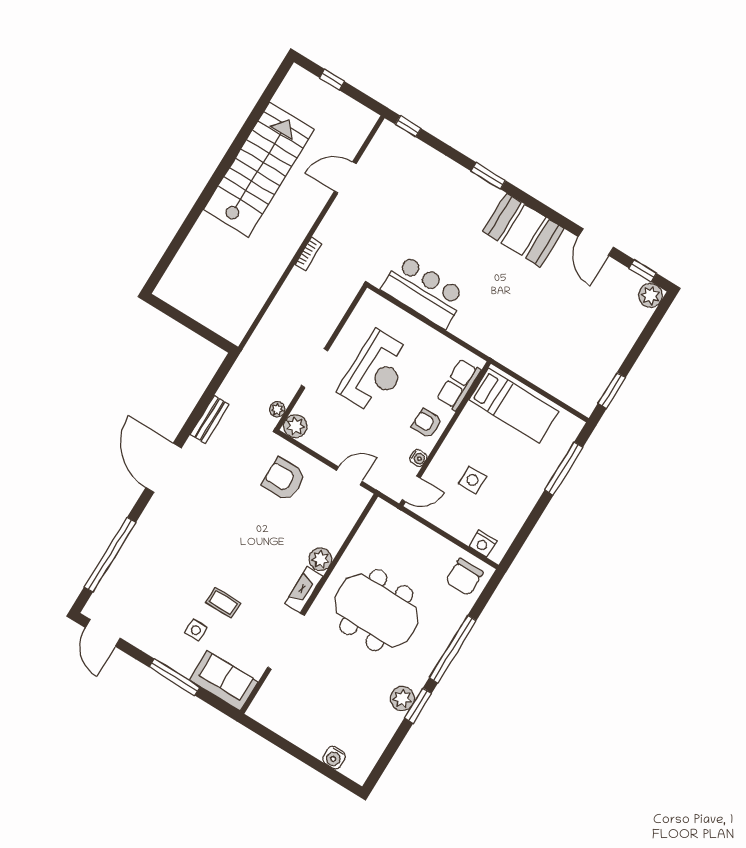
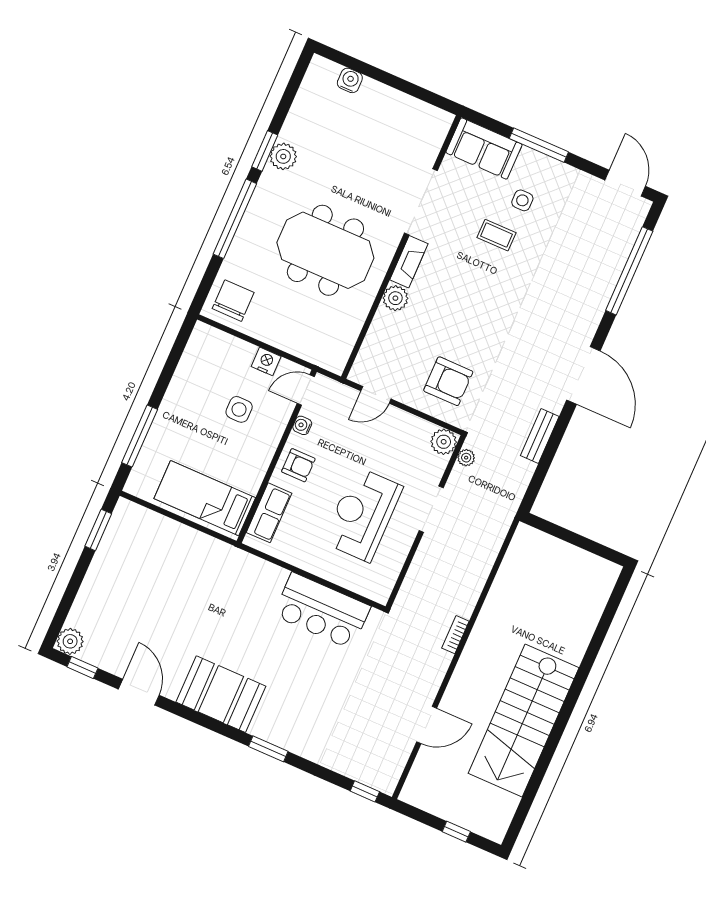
nightstand: (483, 544) -> (266, 361), moved

